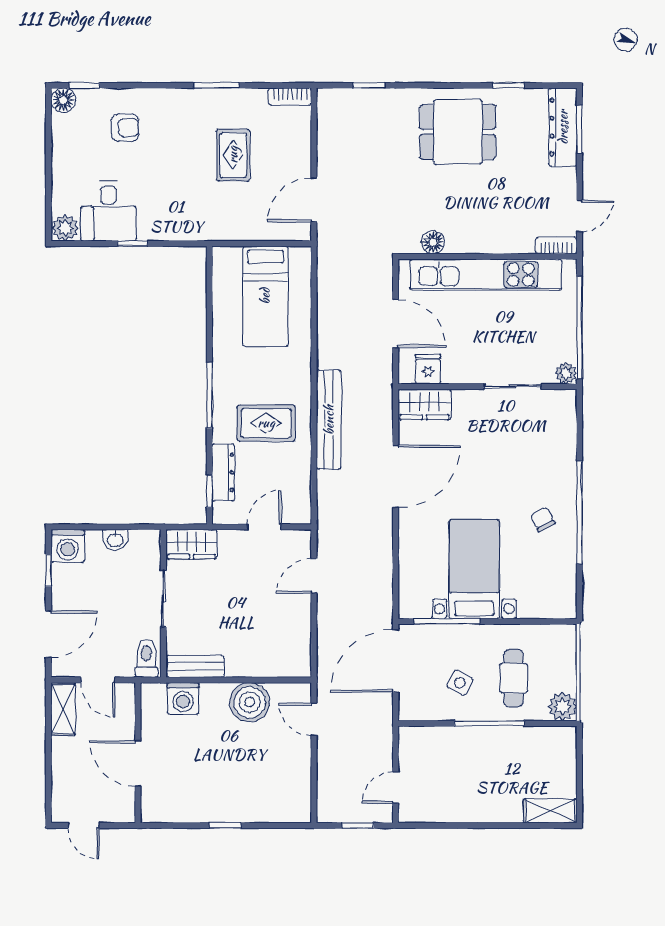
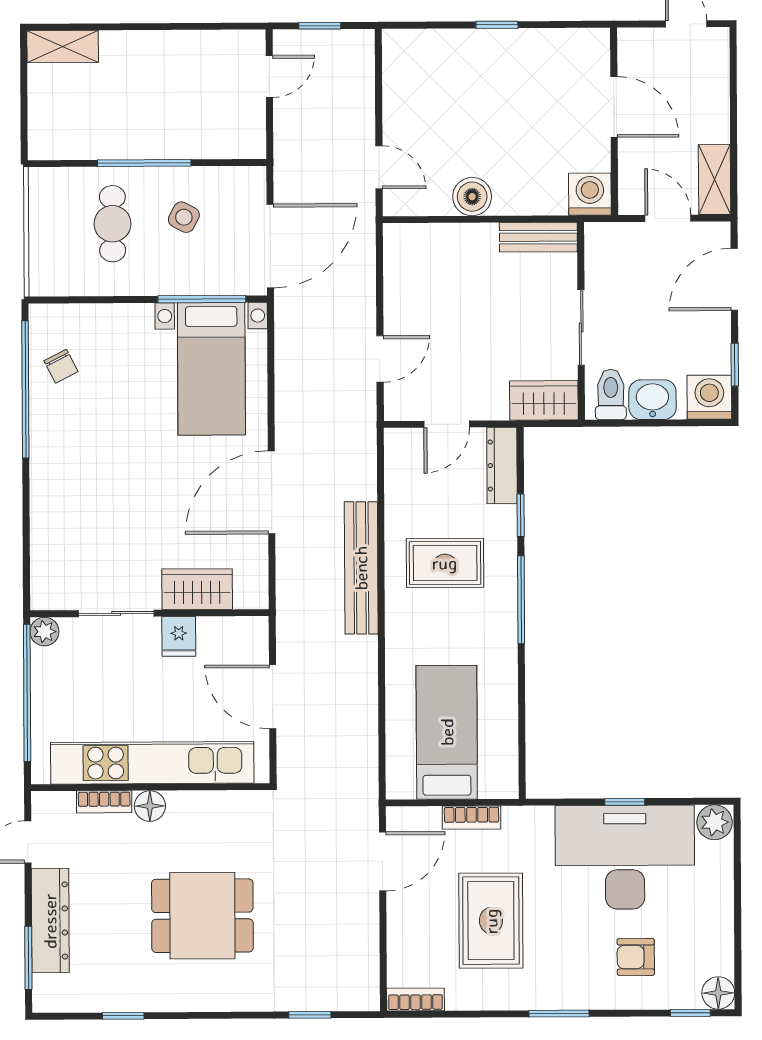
window: (217, 85) -> (559, 1014), moved
dresser: (563, 127) -> (50, 921), moved
dining table: (458, 132) -> (202, 916), moved
rug: (233, 155) -> (491, 921), width x1.36, depth x1.43
desk: (108, 211) -> (625, 857), width x1.87, depth x1.30
bookcase: (247, 232) -> (472, 818), added
floor lamp: (433, 242) -> (150, 806), moved
bookcase: (556, 246) -> (104, 802), moved
fridge: (428, 369) -> (179, 636), moved
wardrobe: (424, 404) -> (197, 589), moved
dresser: (223, 472) -> (502, 465), moved
window: (209, 491) -> (521, 515), moved
window: (579, 513) -> (25, 389), moved
chair: (543, 519) -> (61, 366), moved
washbasin: (115, 540) -> (652, 400), width x1.38, depth x1.45
bed with nightstands: (474, 569) -> (211, 369), moved
toilet: (146, 659) -> (611, 394), moved, turned 180
washing machine: (183, 698) -> (590, 194), moved
boiler: (250, 702) -> (472, 197), width x0.73, depth x0.73
plant: (562, 706) -> (47, 186), removed

